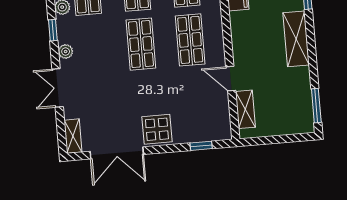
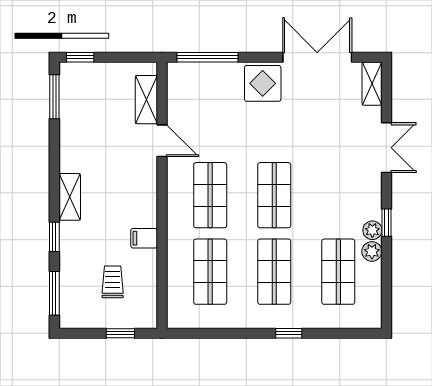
shelving: (296, 39) -> (70, 197), width x0.67, depth x0.75
plant: (66, 52) -> (372, 230), moved
window: (299, 138) -> (80, 57), added
window: (201, 146) -> (207, 57), width x2.17

